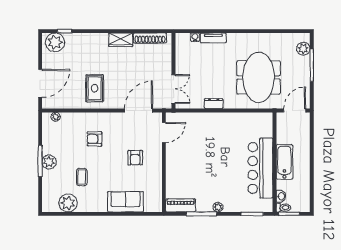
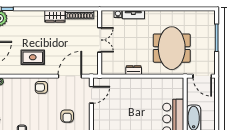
plant: (303, 49) -> (210, 24), removed
rug: (95, 88) -> (33, 57), turned 90
double door: (174, 89) -> (100, 40), moved
door: (295, 110) -> (202, 76), swing flipped
armchair: (95, 139) -> (41, 87), moved

